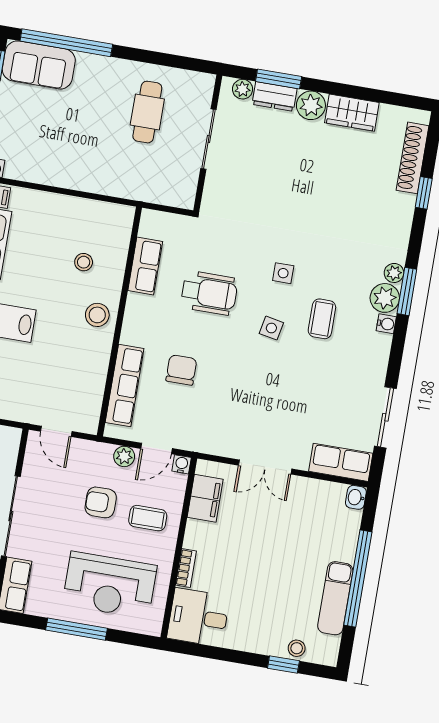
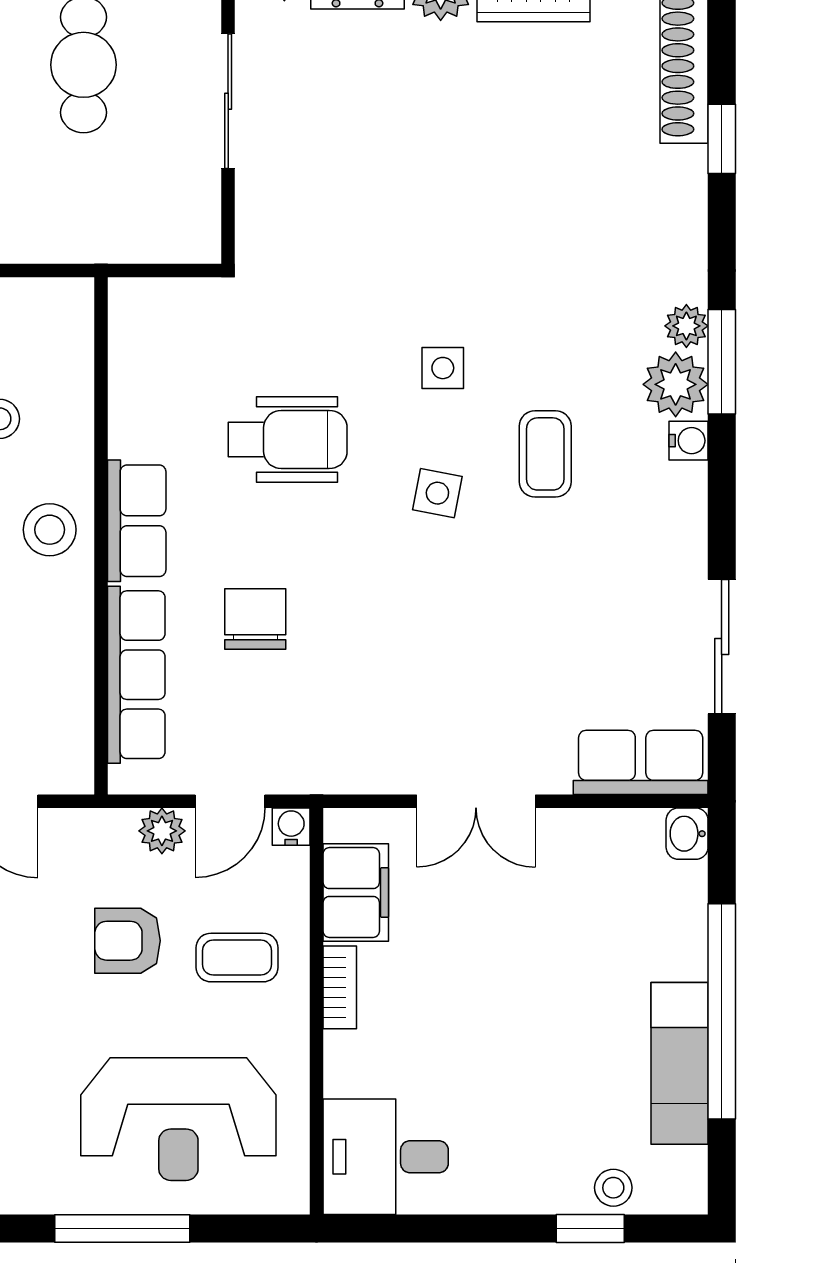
row of seats: (145, 266) -> (137, 521), moved
bookcase: (186, 568) -> (340, 987), moved

